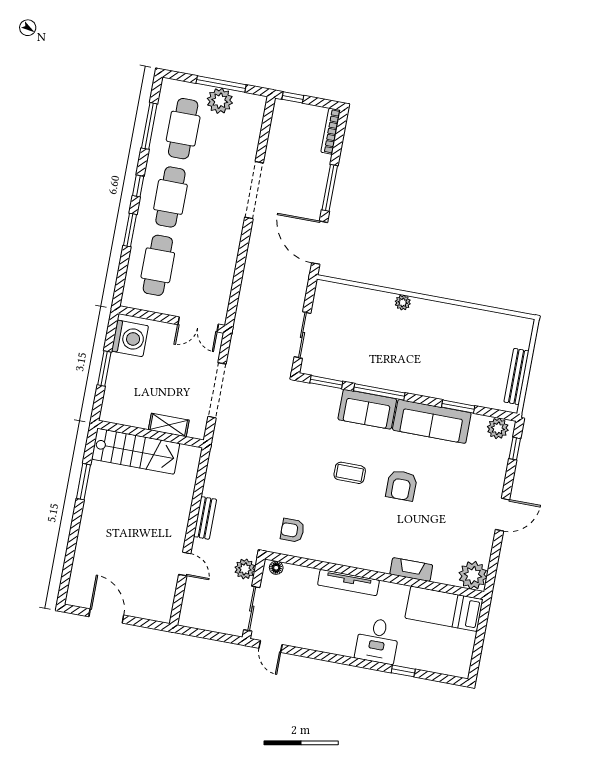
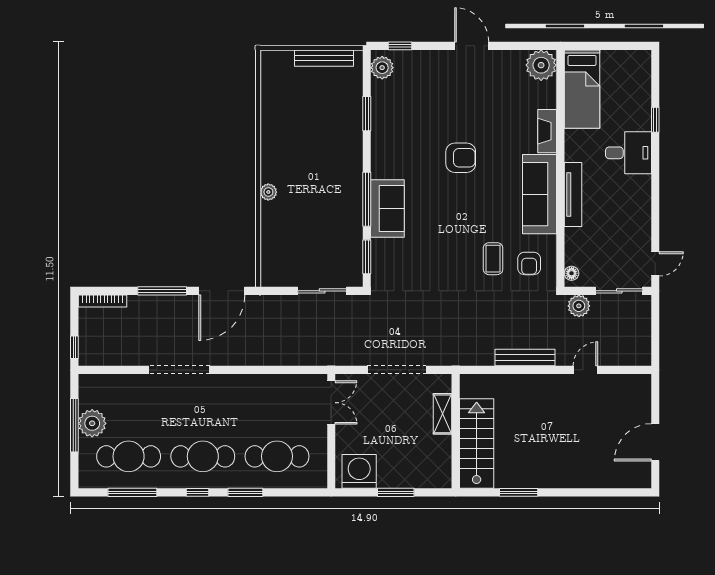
sofa: (432, 421) -> (540, 194), moved, turned 180
coffee table: (350, 473) -> (493, 259), moved
bench: (205, 518) -> (525, 358), width x1.36

